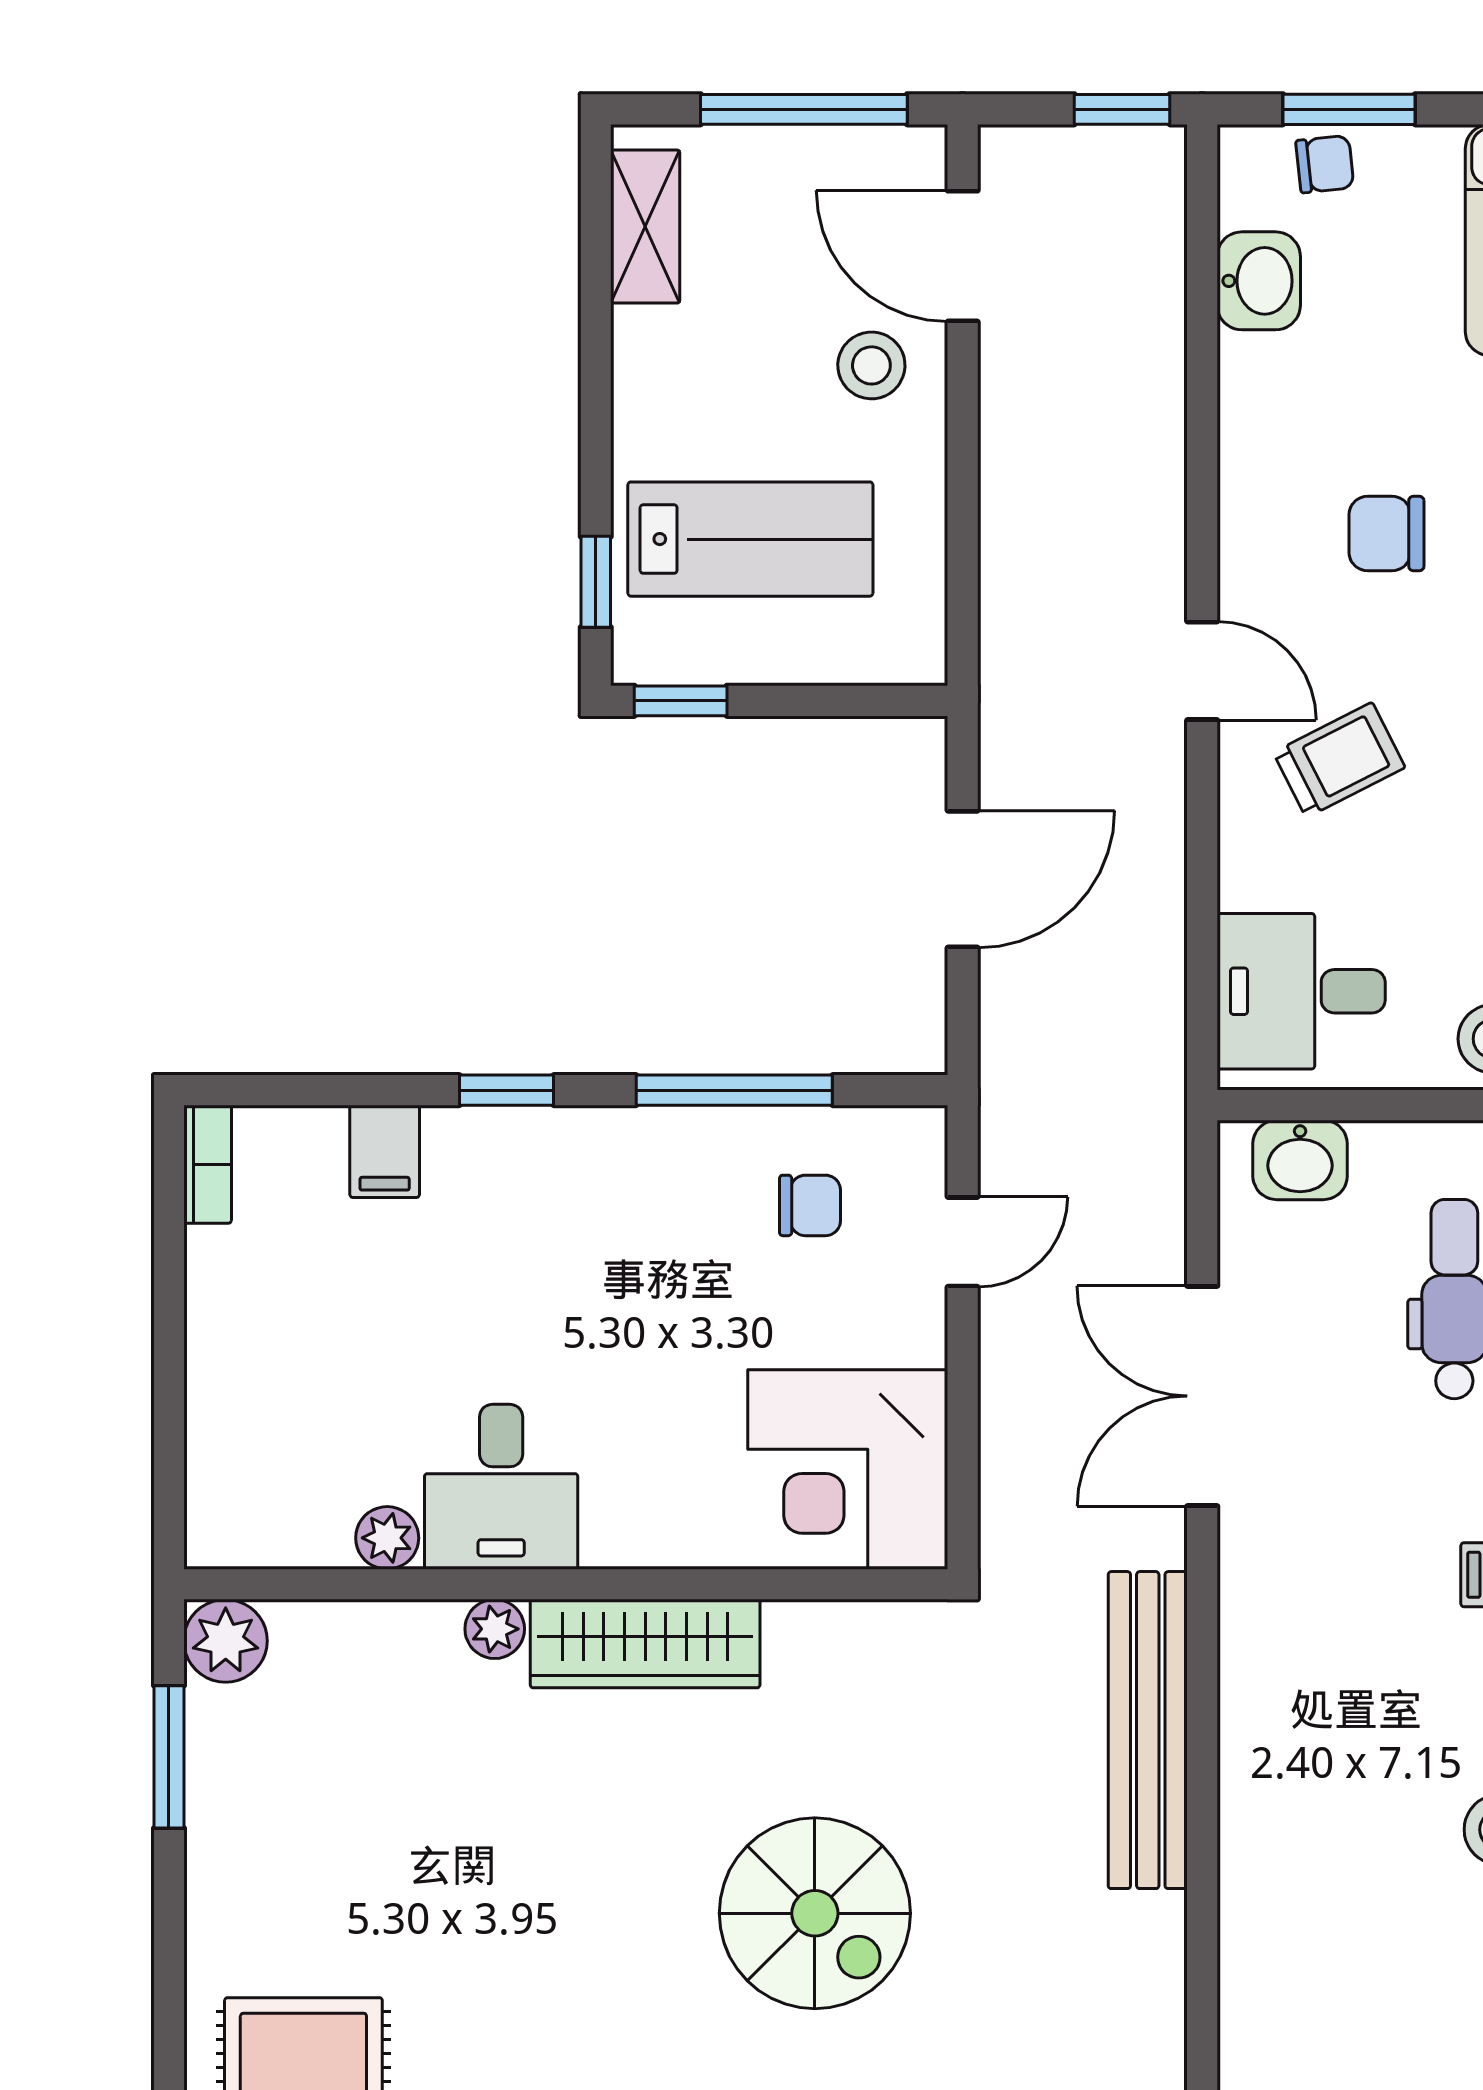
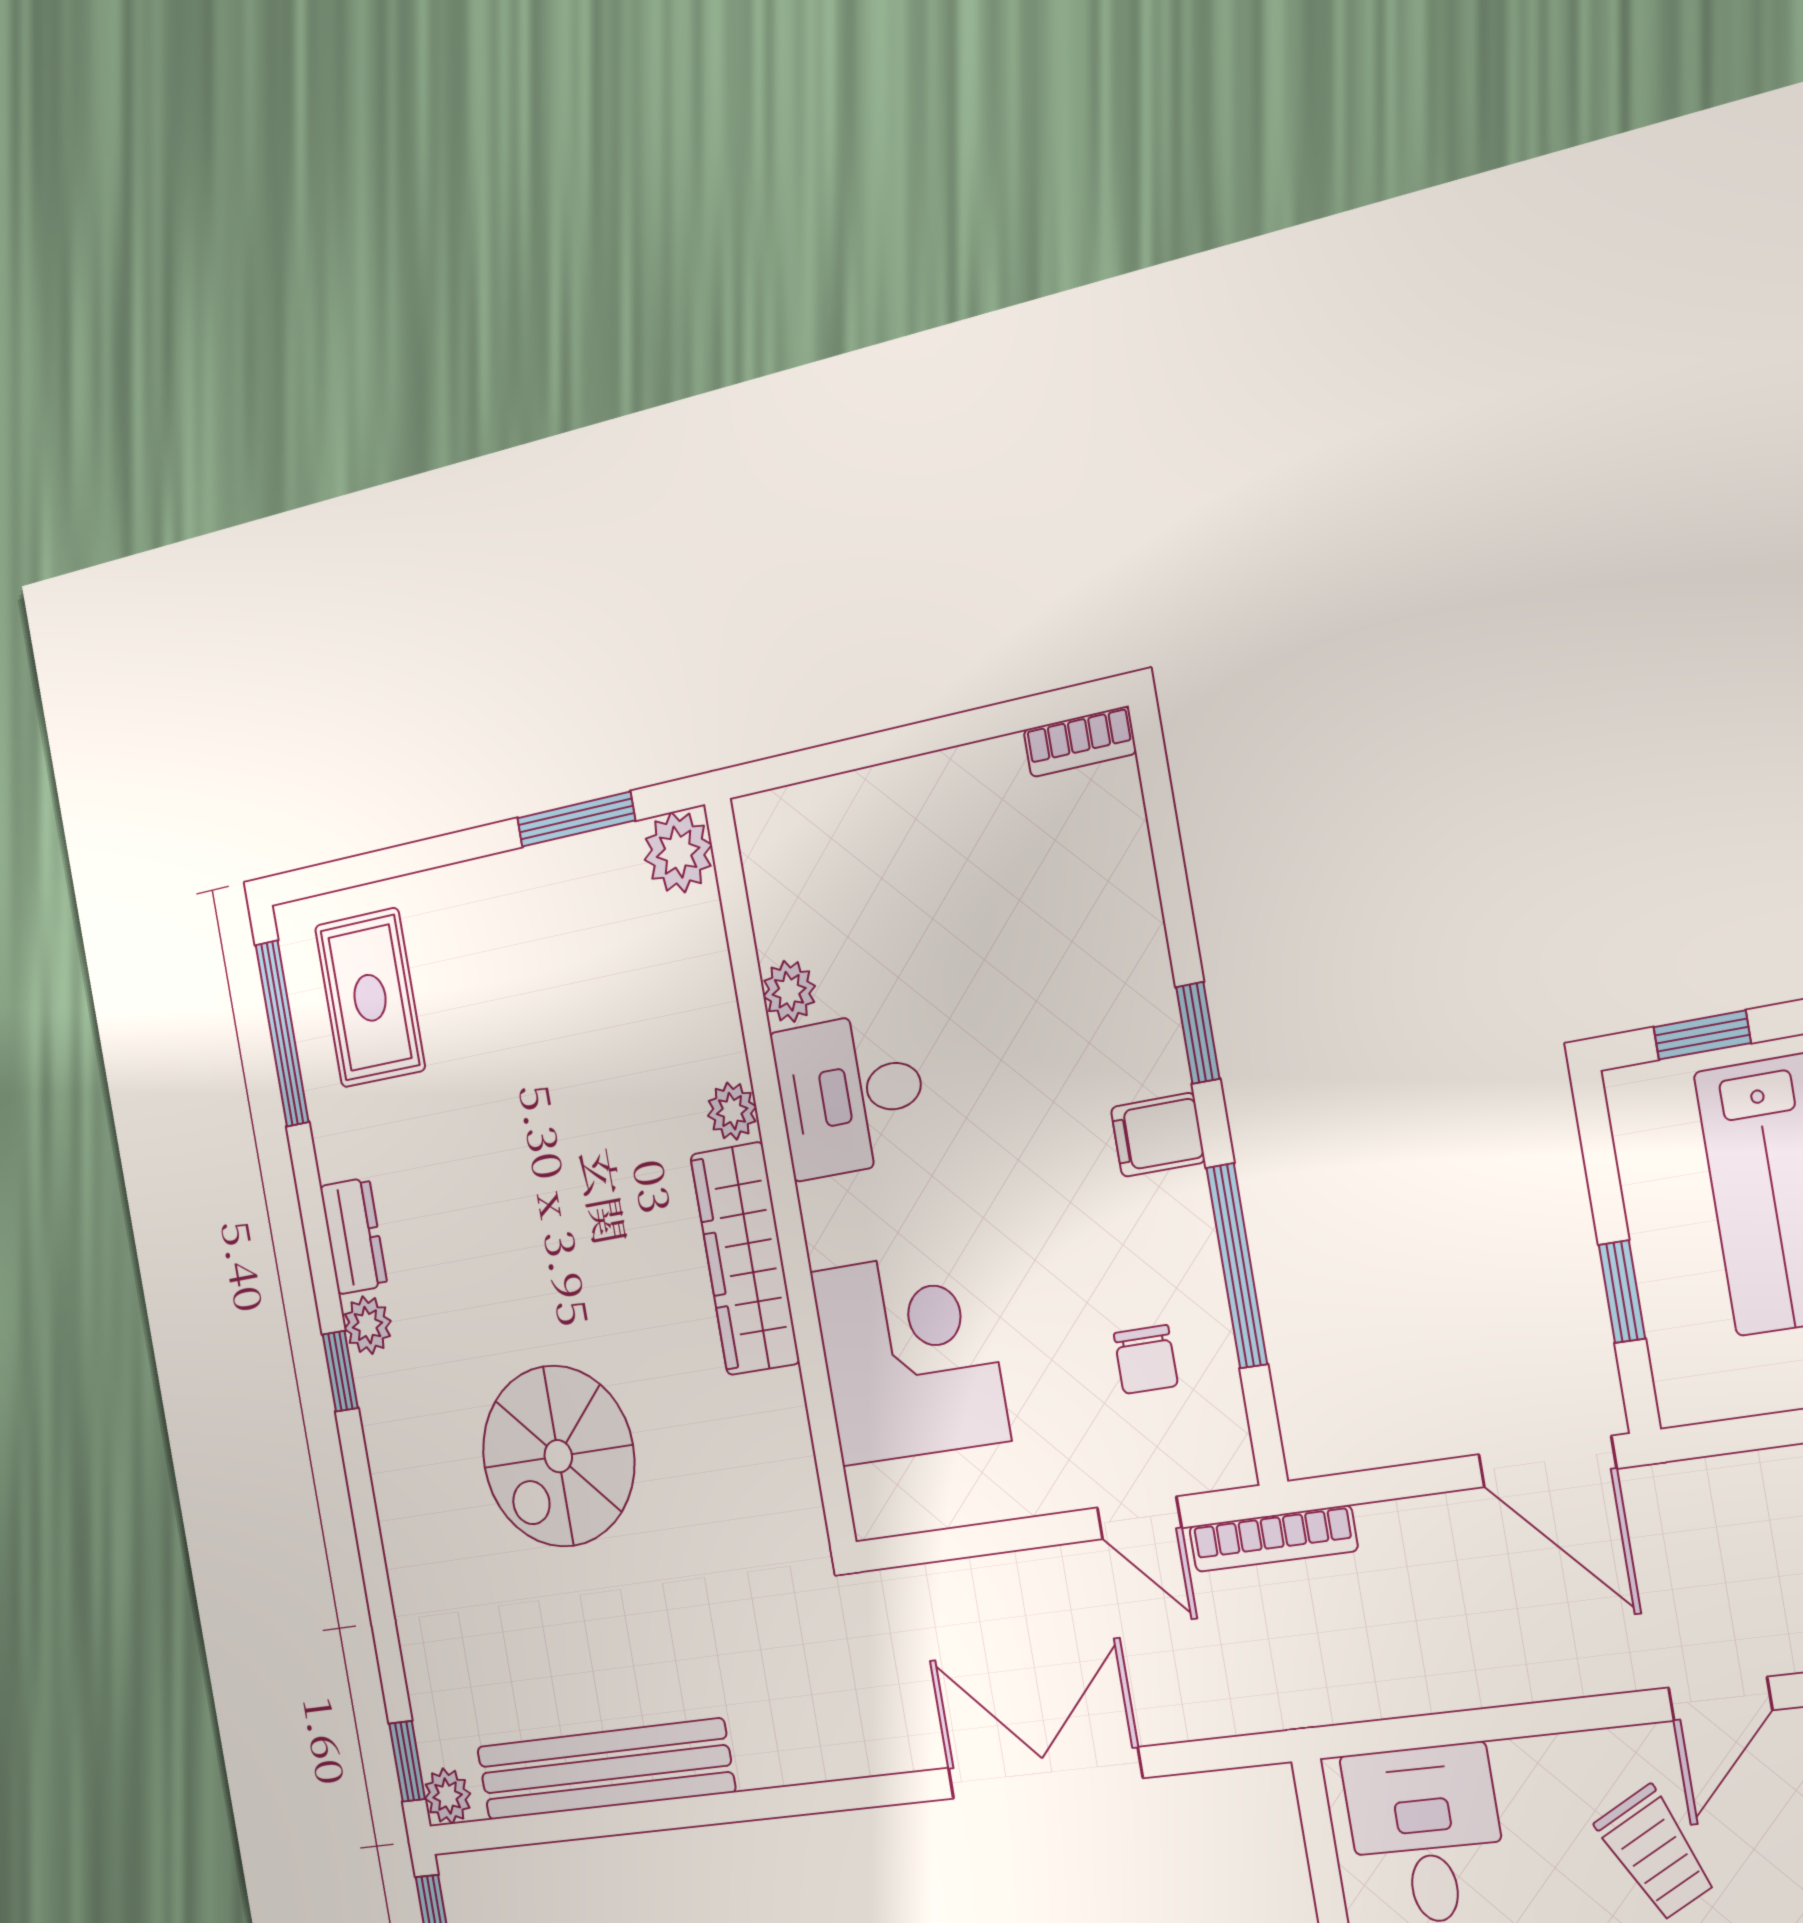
window: (681, 701) -> (1622, 1292), moved
door: (963, 879) -> (1547, 1462), moved
bookcase: (1000, 1100) -> (1273, 1539), added
filing cabinet: (385, 1151) -> (1158, 1135), moved
washbasin: (1300, 1160) -> (1270, 1849), removed
corner desk: (848, 1469) -> (910, 1356), moved, turned 90
bench: (1148, 1730) -> (605, 1769), moved

